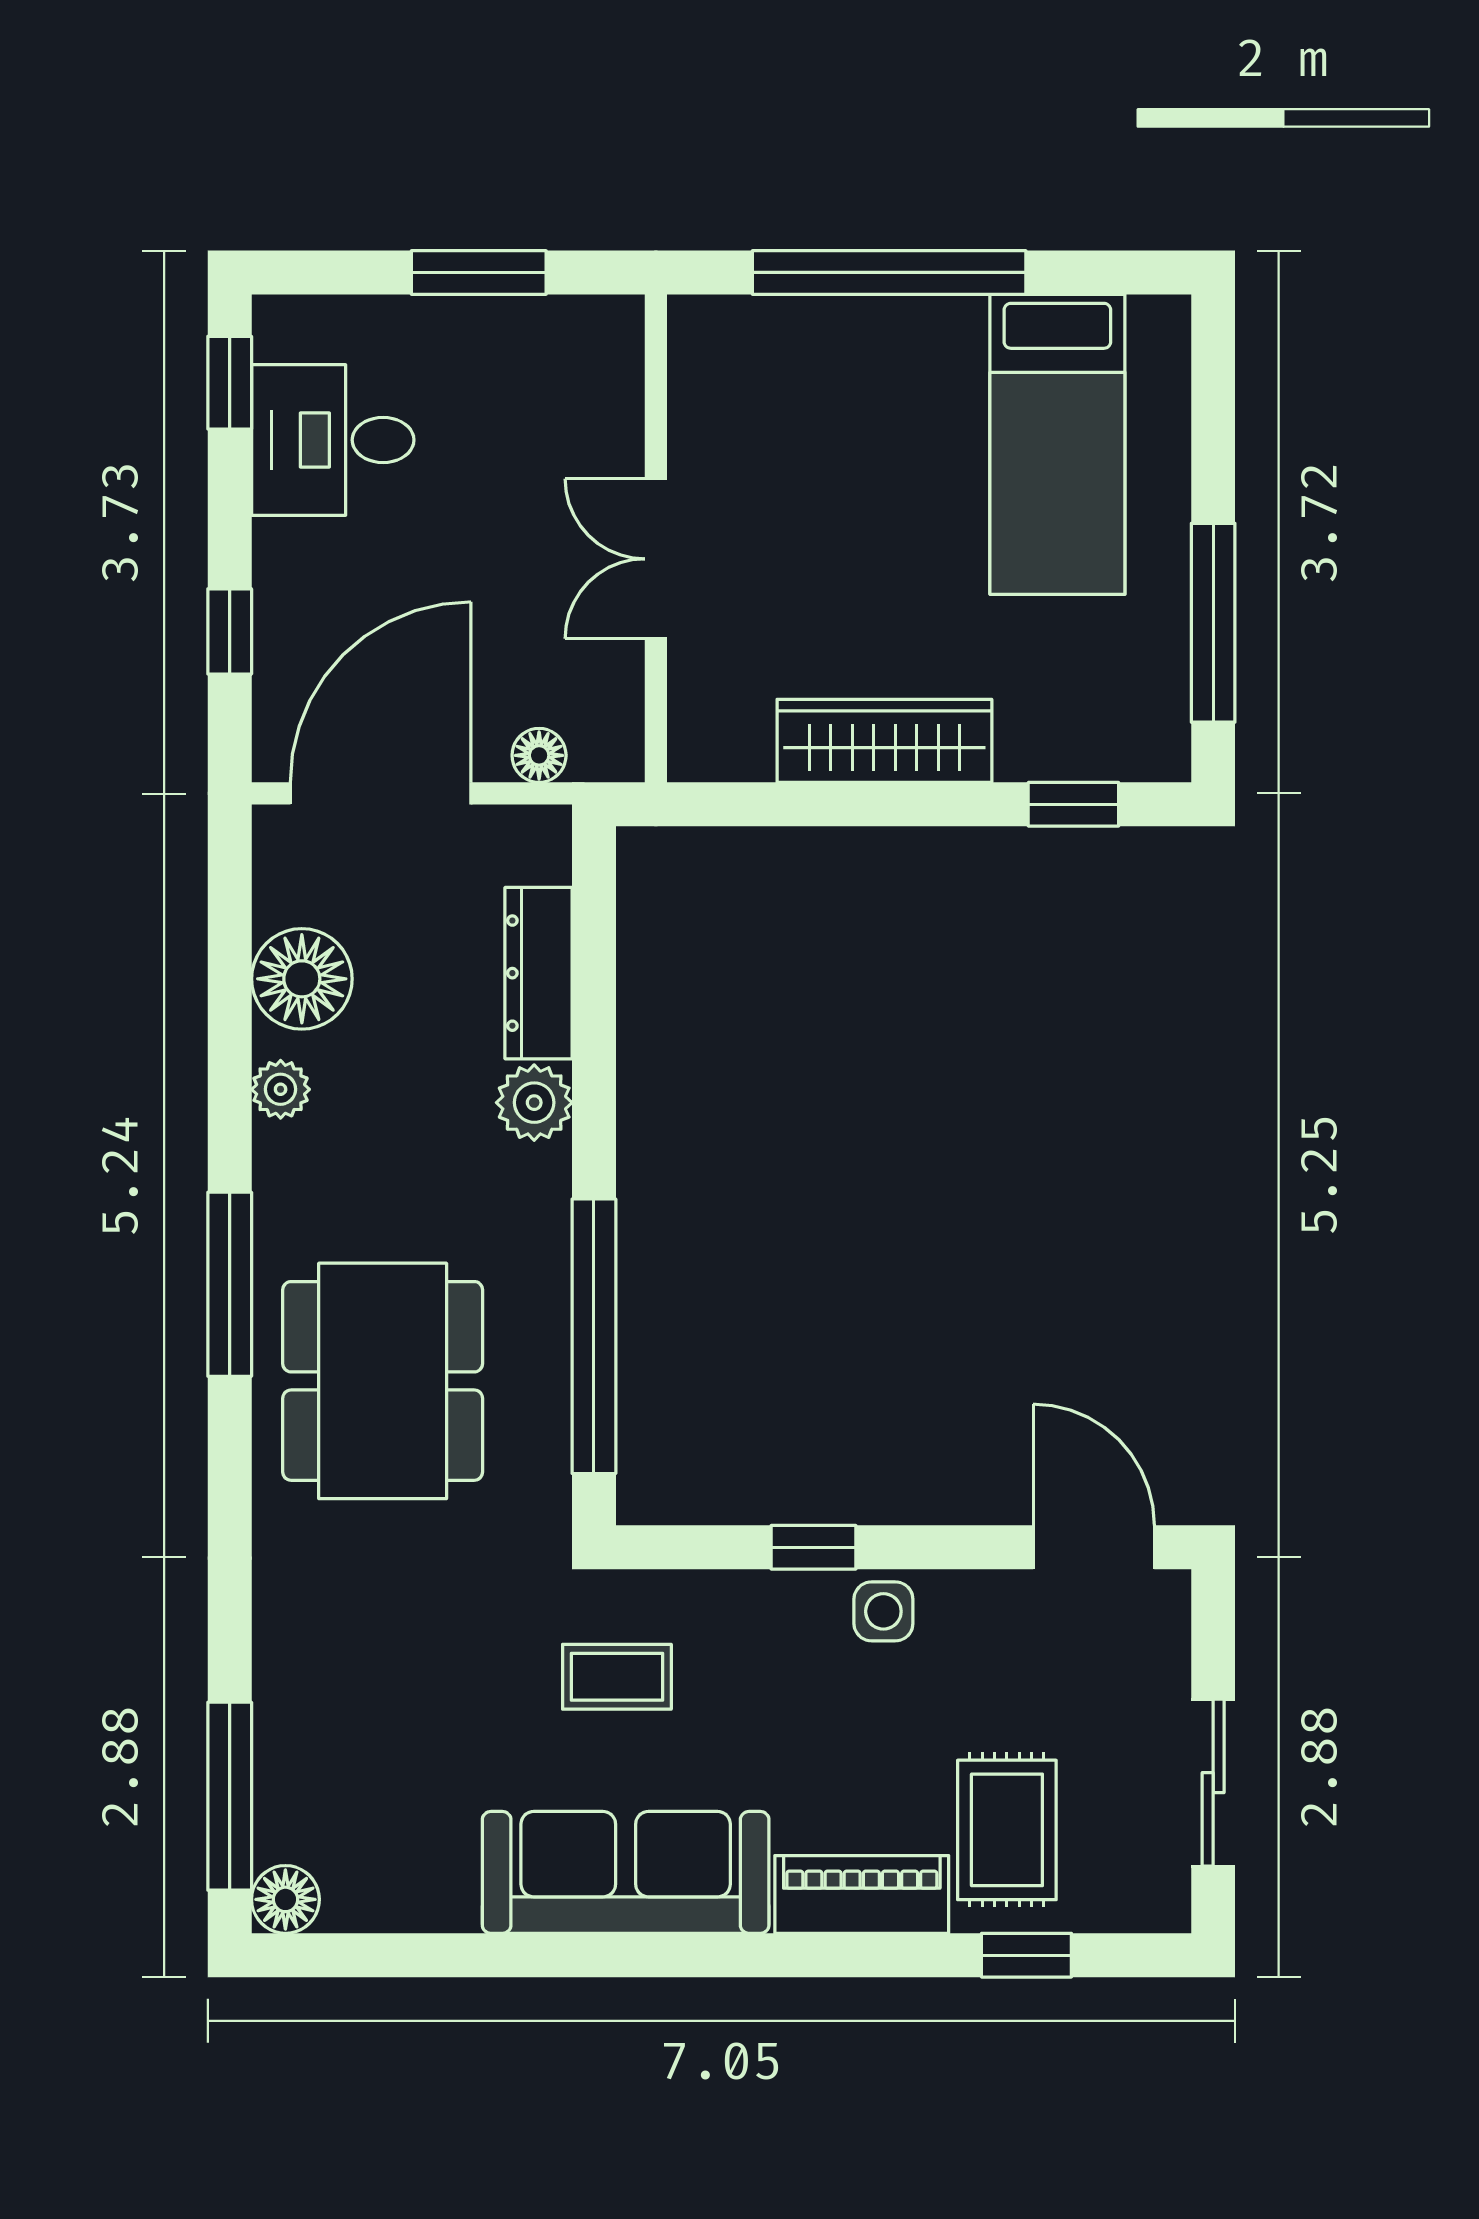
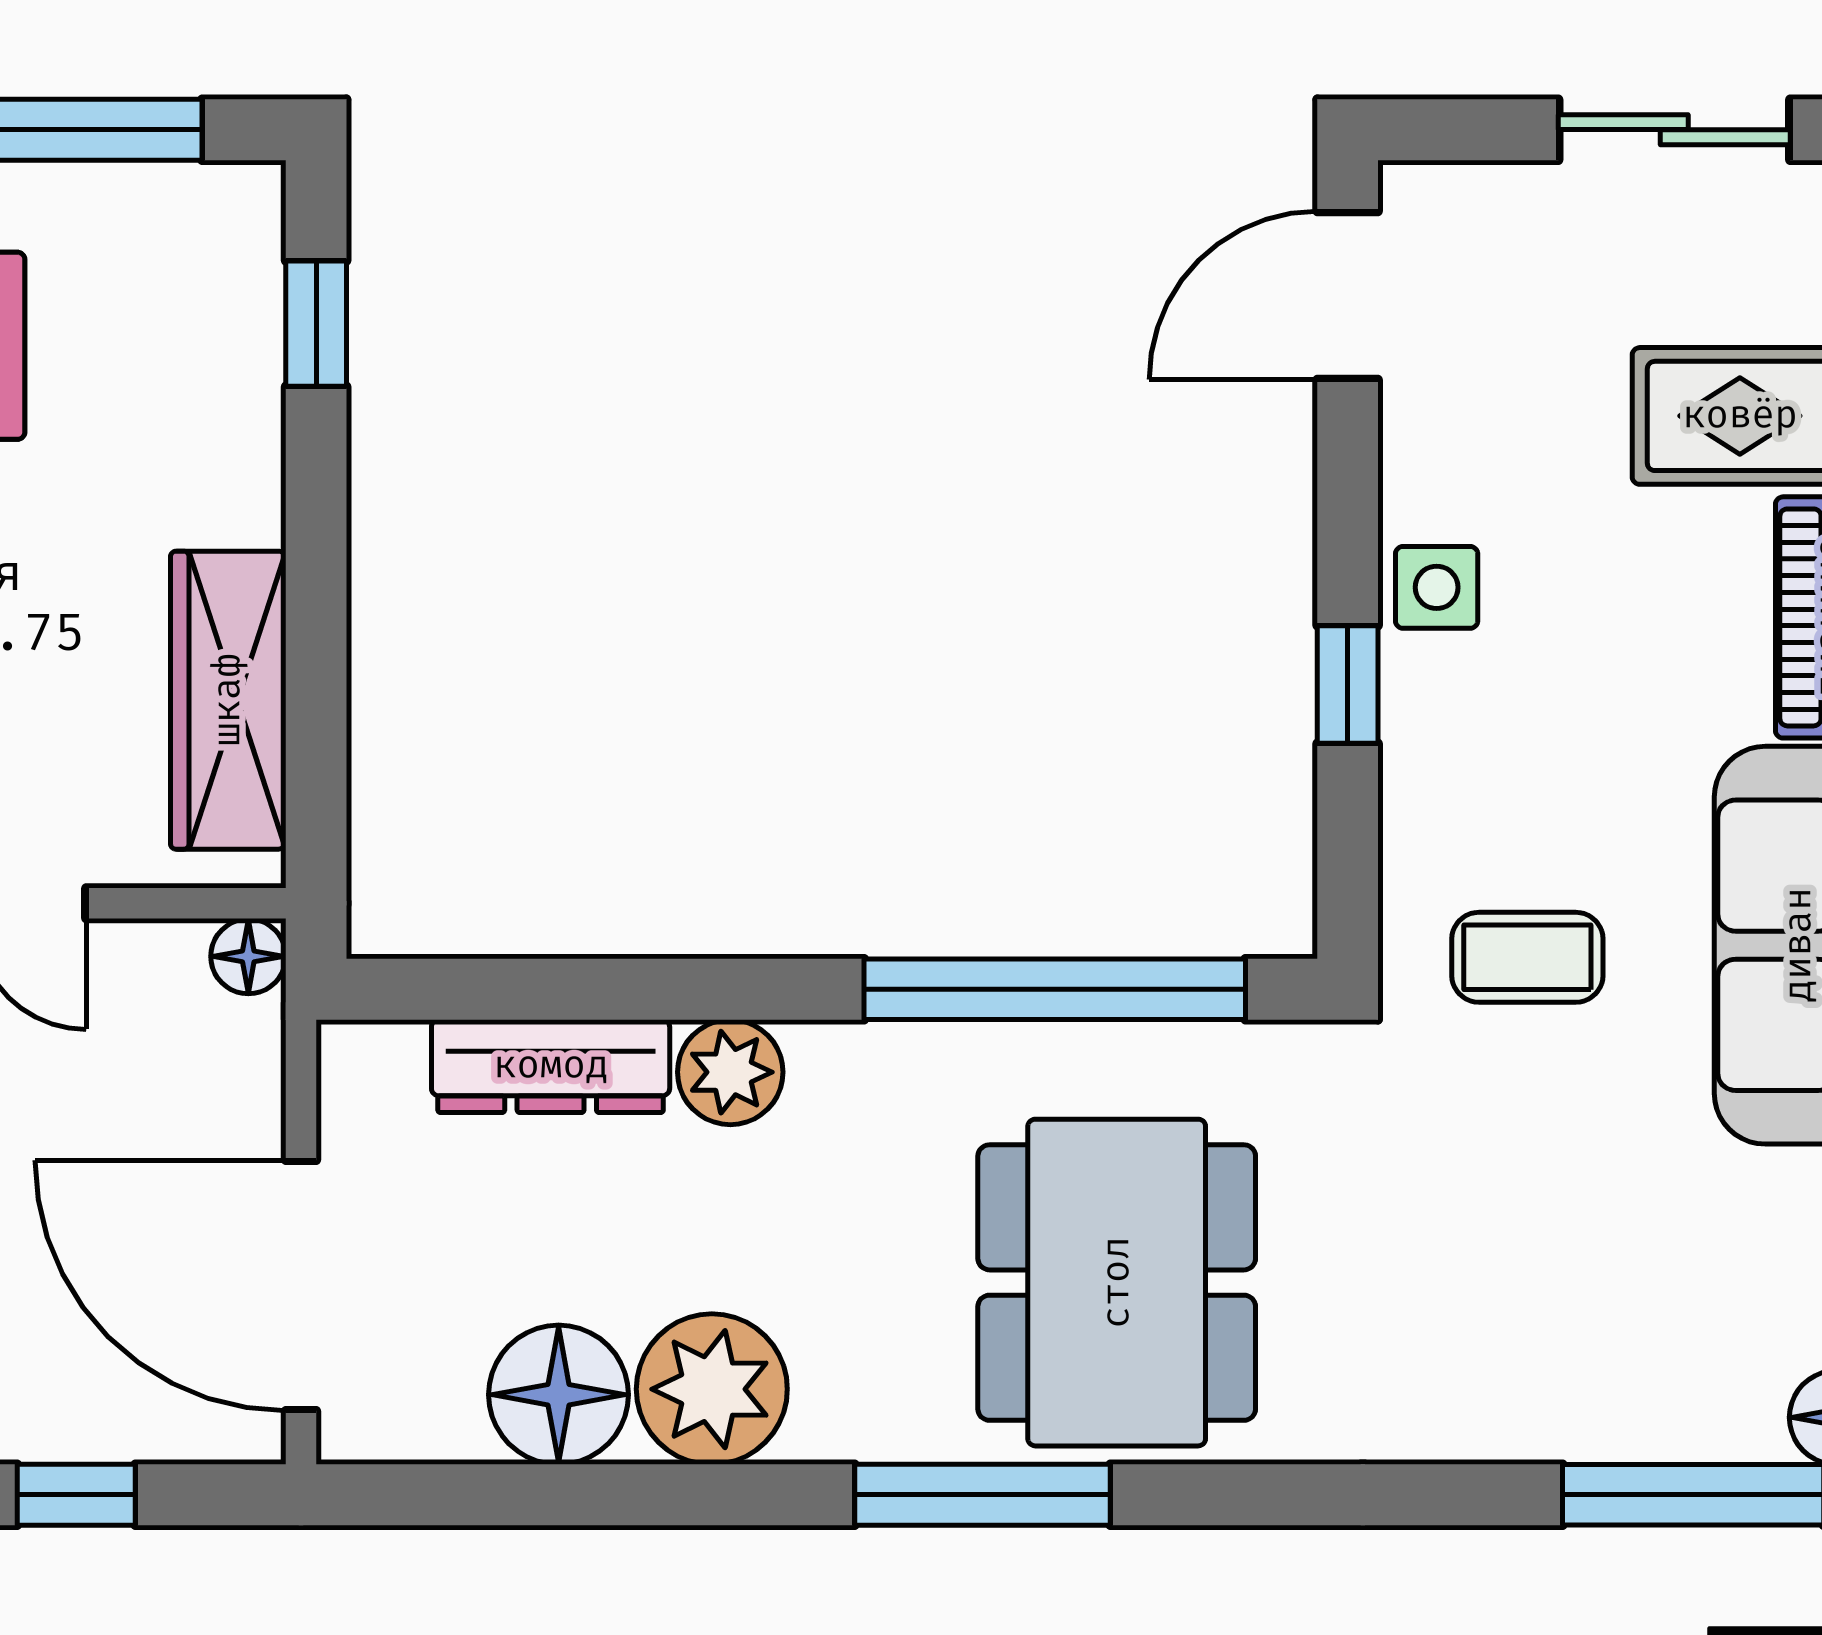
wardrobe: (884, 741) -> (228, 700), moved
floor lamp: (539, 755) -> (248, 956), moved
plant: (281, 1089) -> (712, 1389), width x1.88, depth x1.88
dining table: (383, 1381) -> (1117, 1283), turned 90
coffee table: (617, 1677) -> (1527, 957), turned 90

